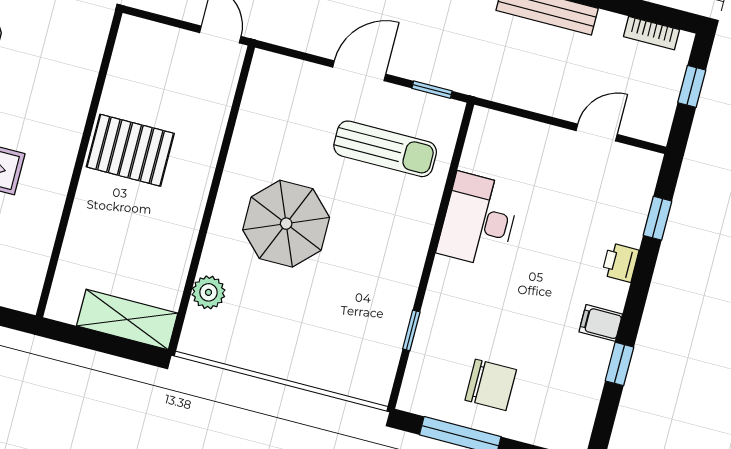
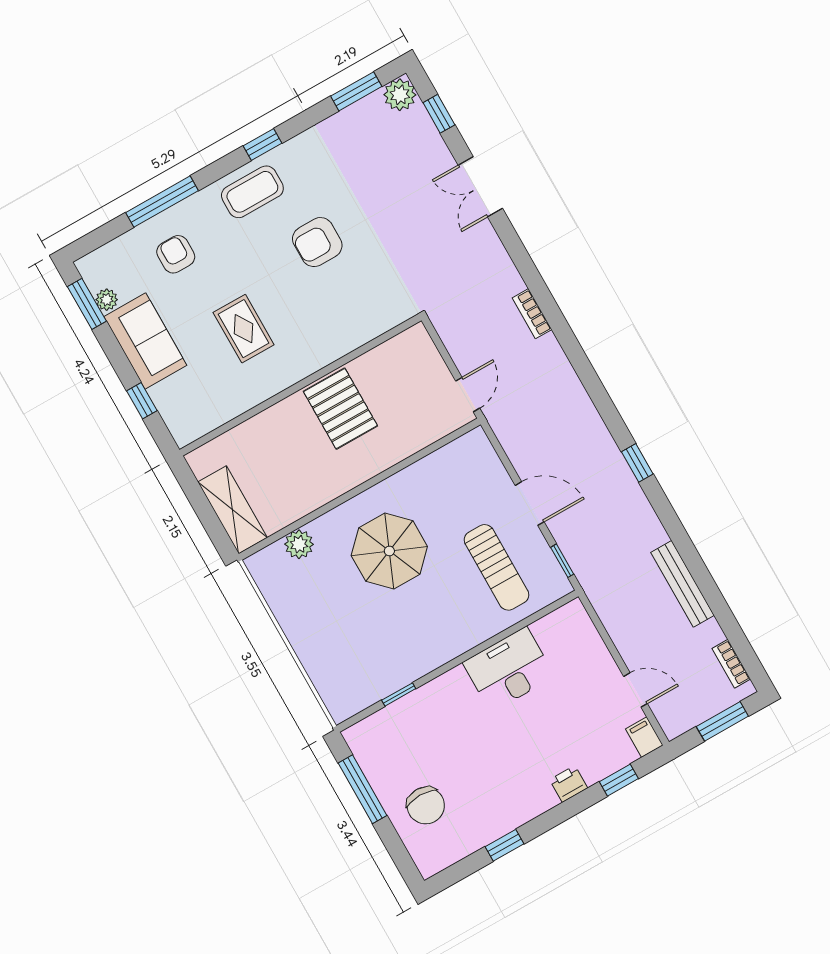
window: (692, 86) -> (722, 721), width x1.50
filing cabinet: (601, 323) -> (644, 737), moved
chair: (491, 385) -> (426, 805), moved

